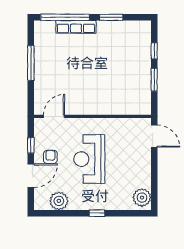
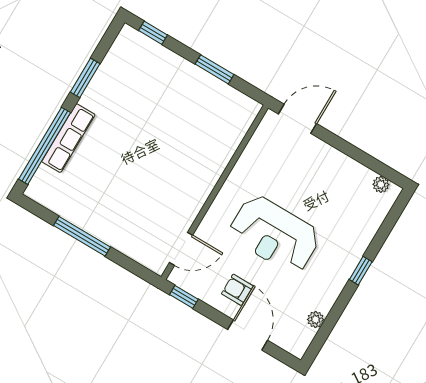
window: (154, 51) -> (153, 33), moved
door: (54, 116) -> (181, 249), swing flipped
window: (31, 145) -> (184, 297), moved
plant: (142, 198) -> (381, 184), width x0.53, depth x0.53
plant: (59, 201) -> (316, 320), width x0.53, depth x0.53

